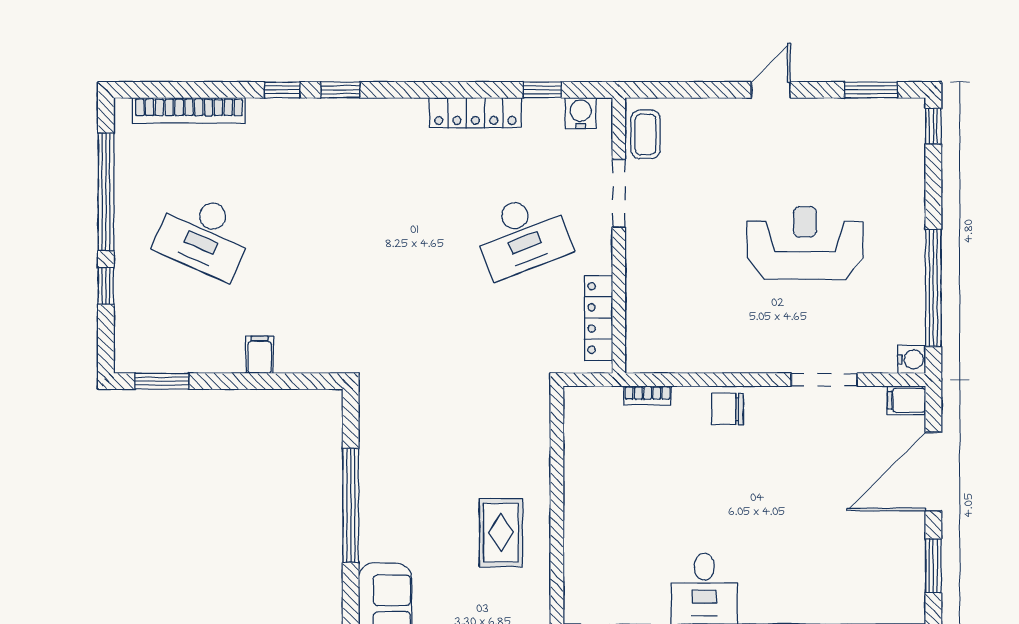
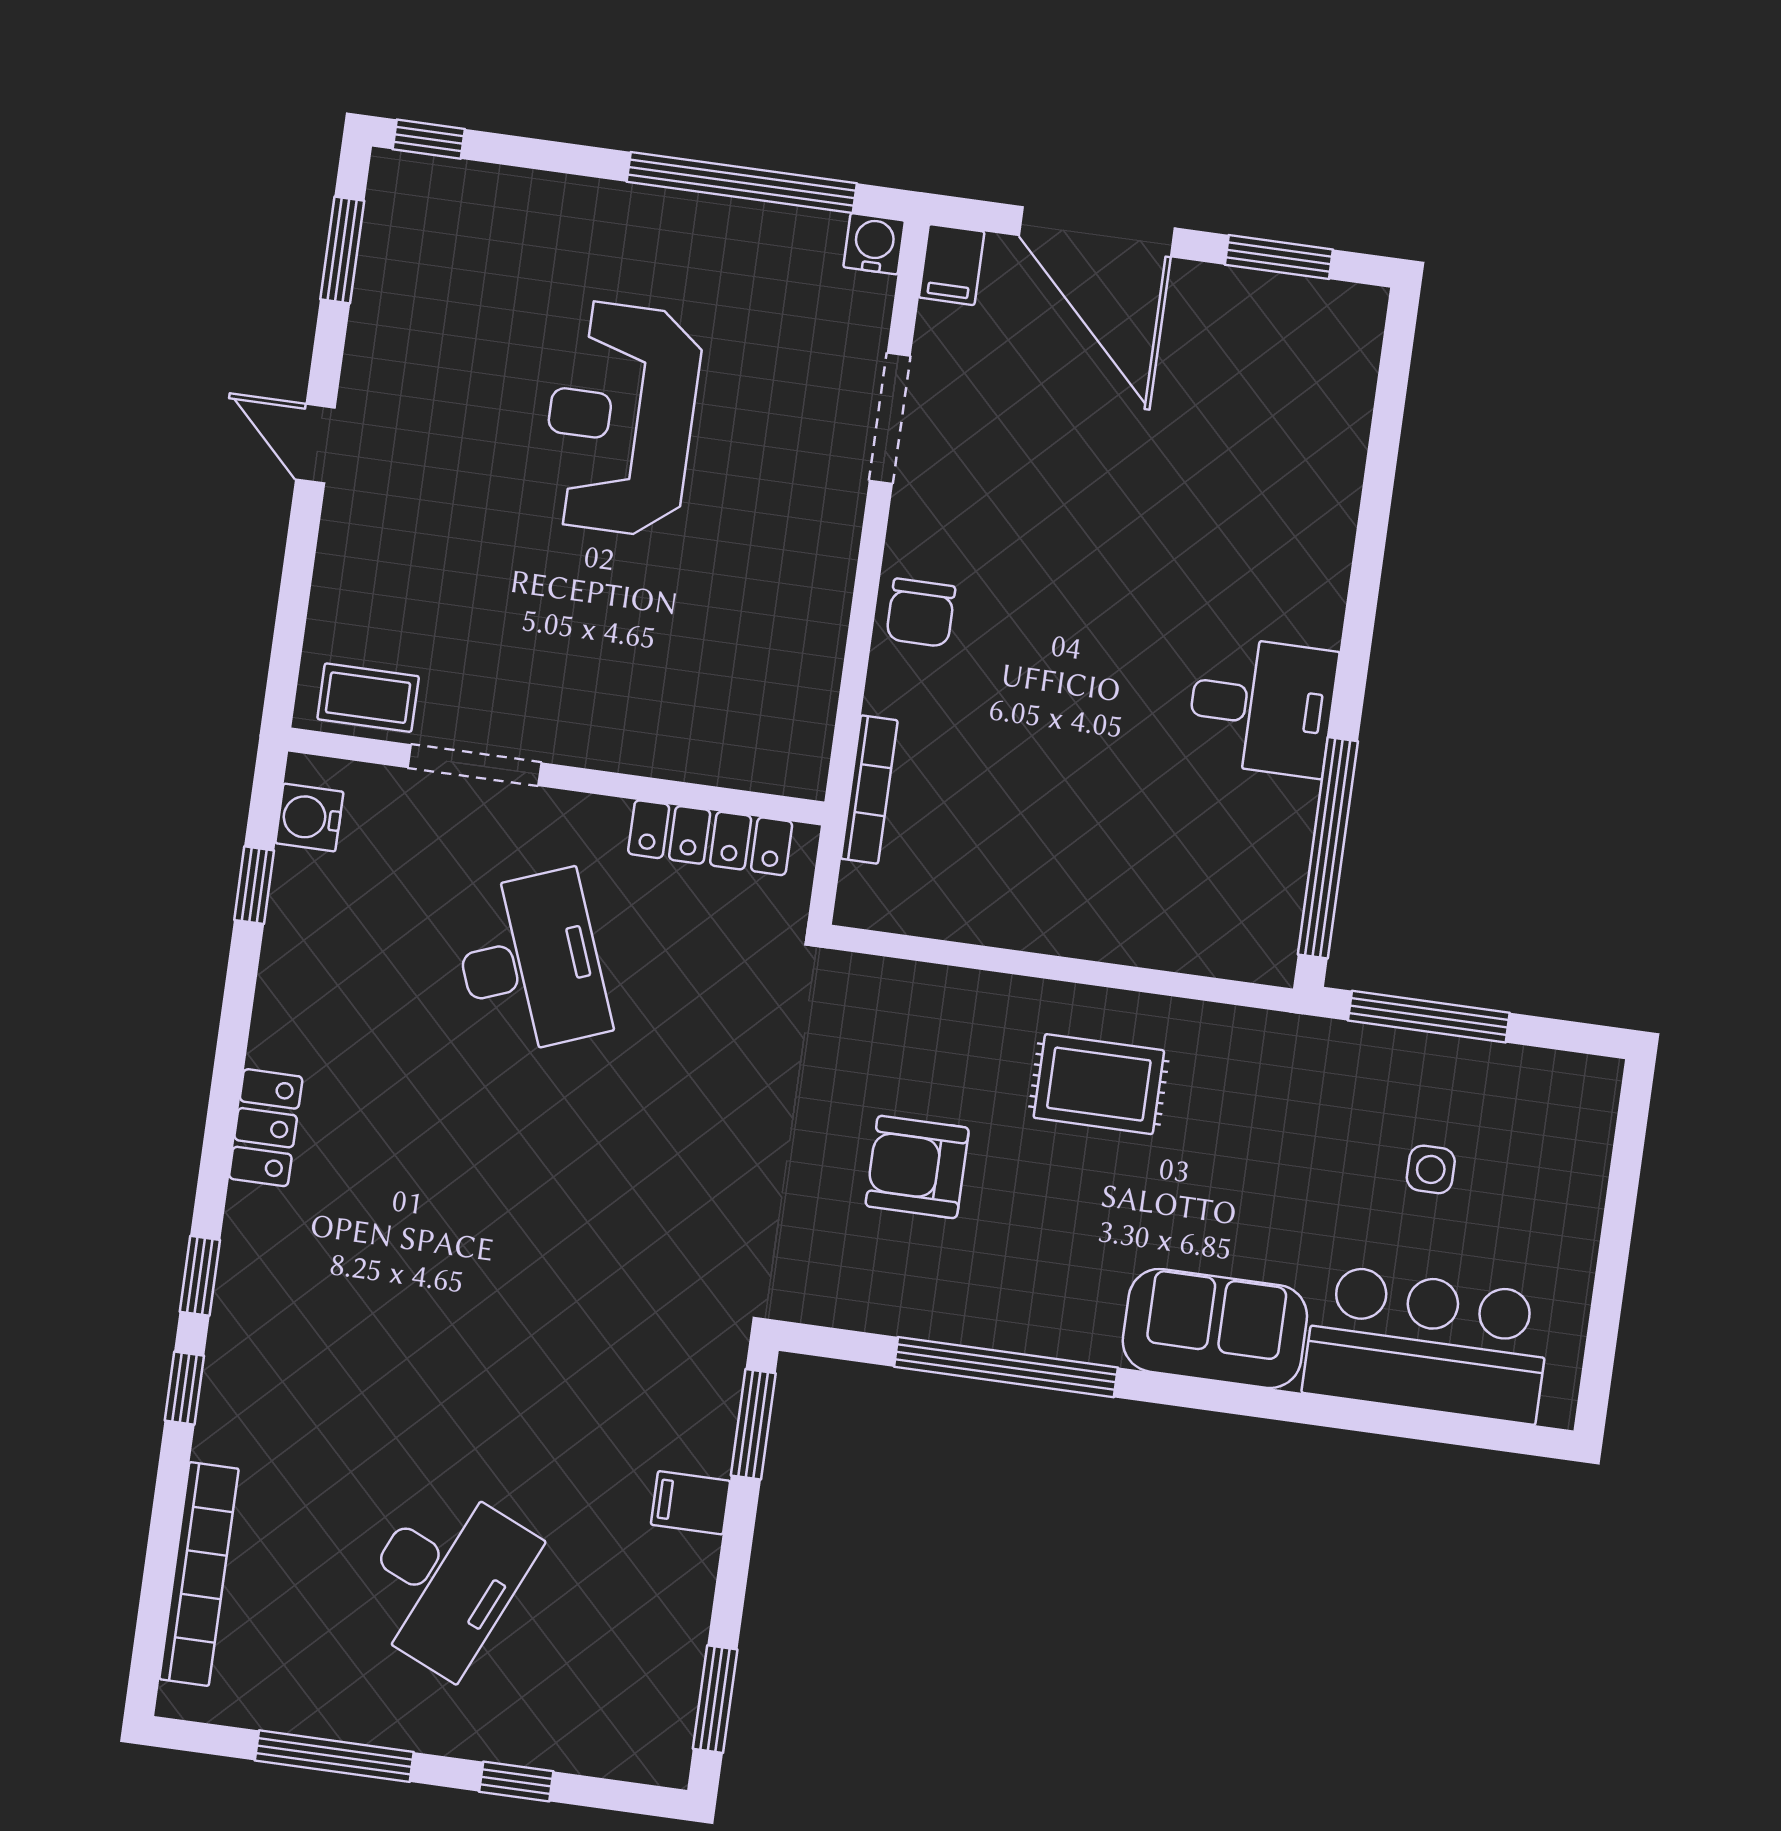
locker: (475, 113) -> (266, 1128), moved, width x0.66
window: (106, 192) -> (334, 1756), width x0.68
window: (304, 381) -> (753, 1424), added
bookcase: (648, 395) -> (869, 790), width x1.56
armchair: (446, 446) -> (917, 1167), added

